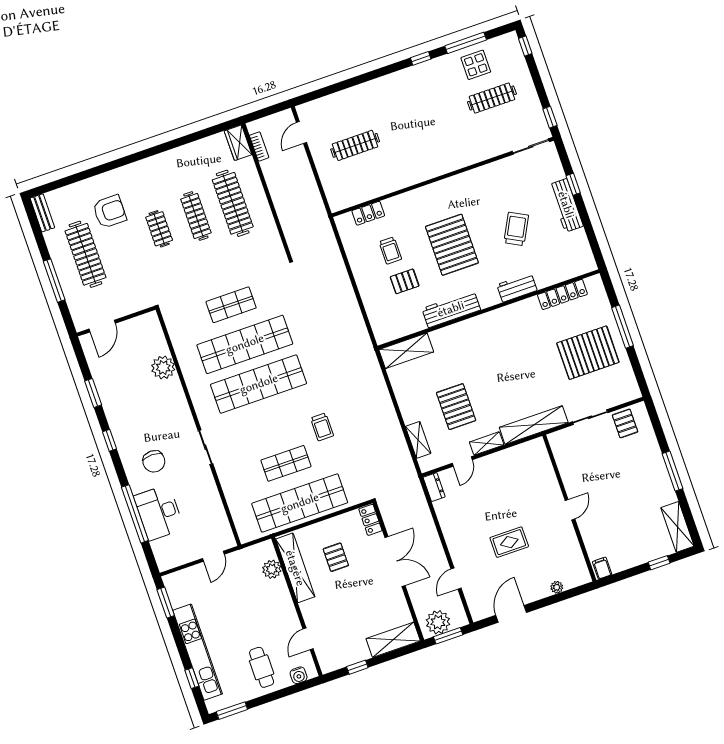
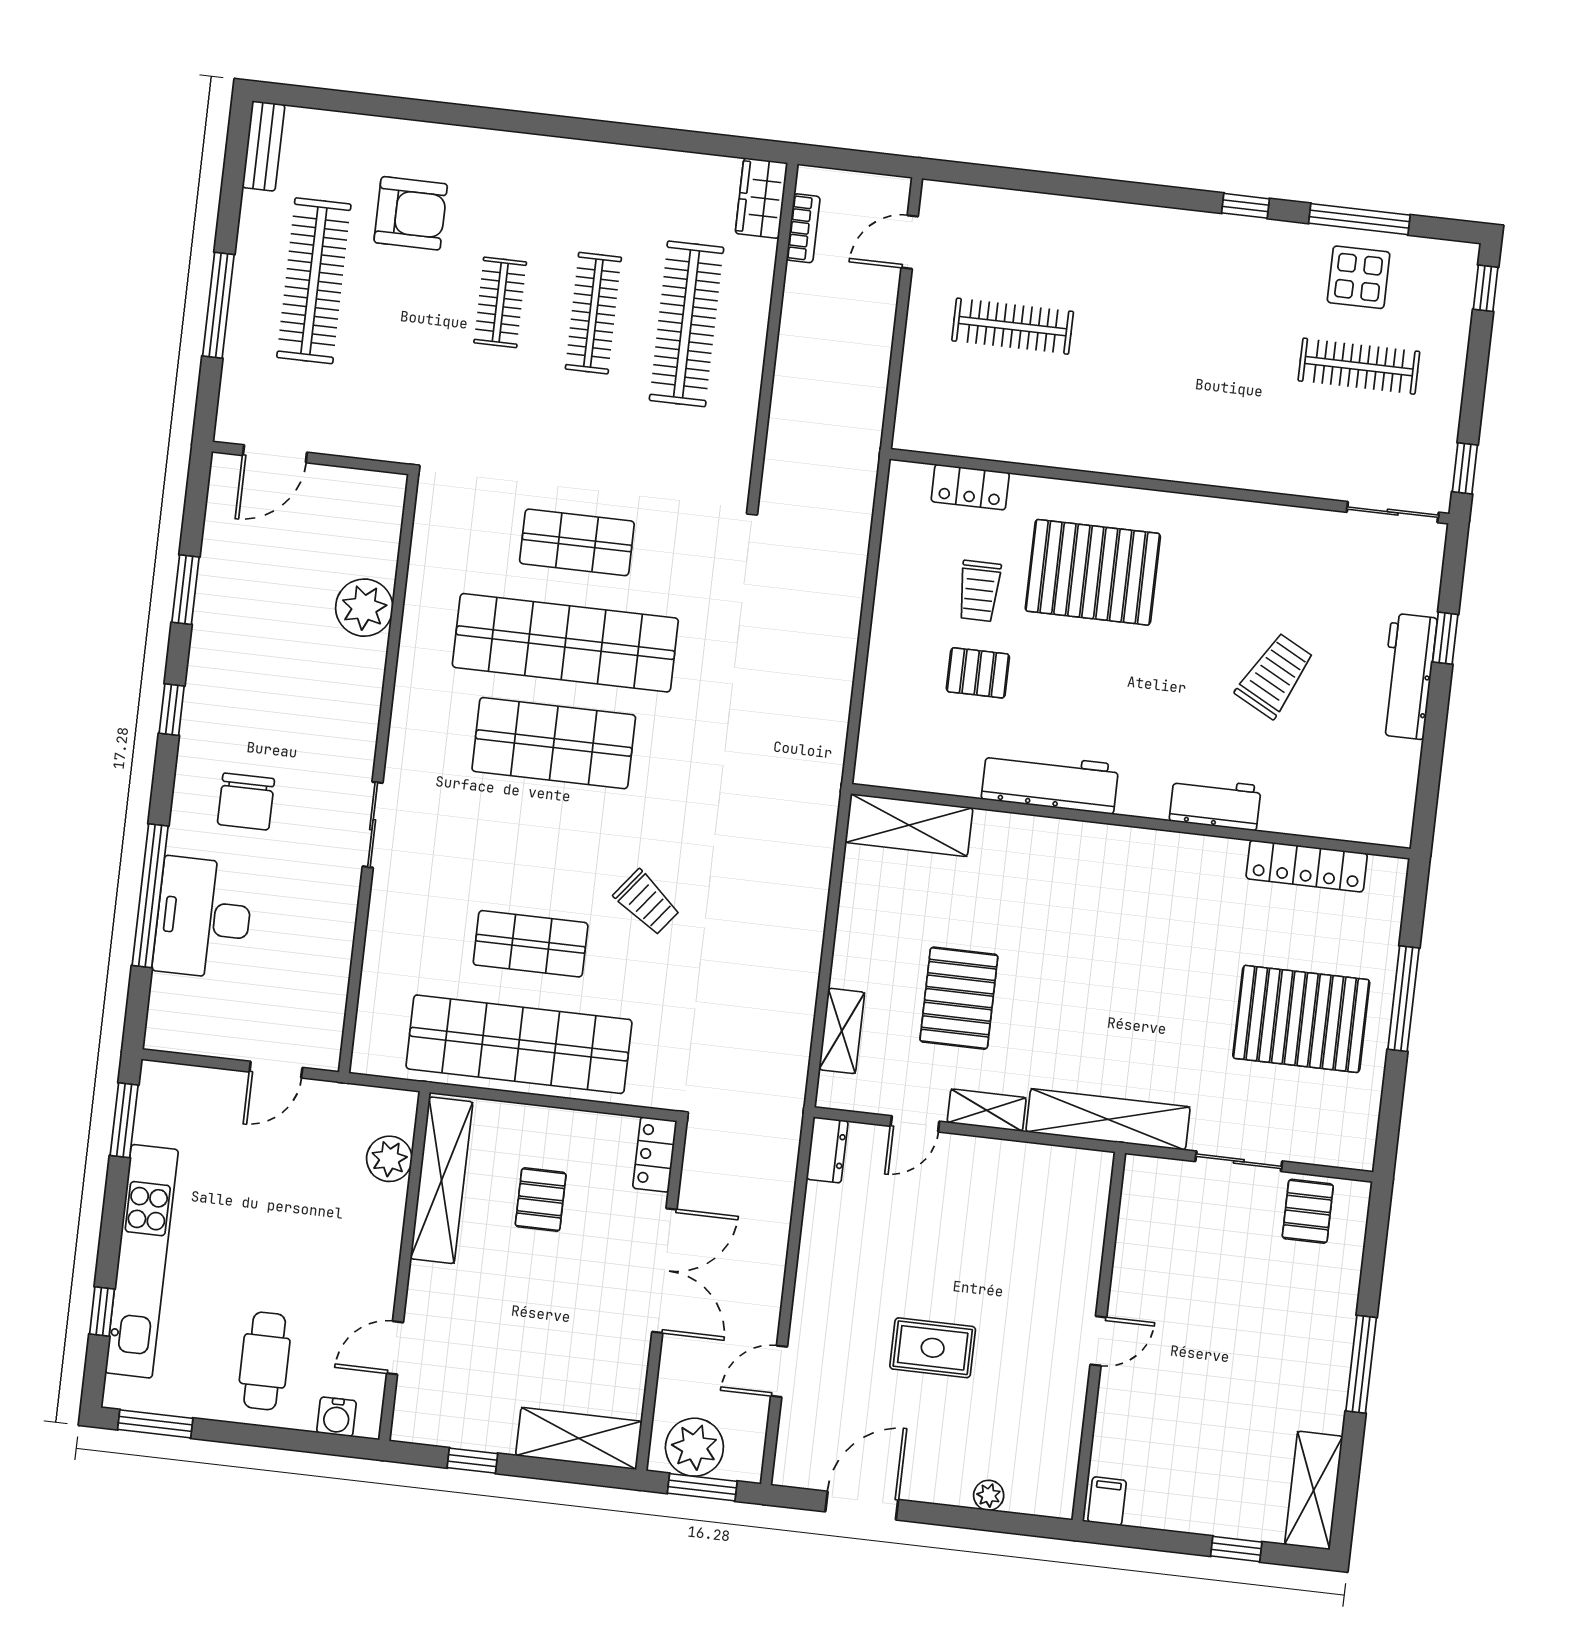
pallet: (452, 245) -> (1093, 572), moved, turned 90
shop shelf: (259, 384) -> (554, 743), width x0.71
trolley: (322, 427) -> (647, 902), turned -52

